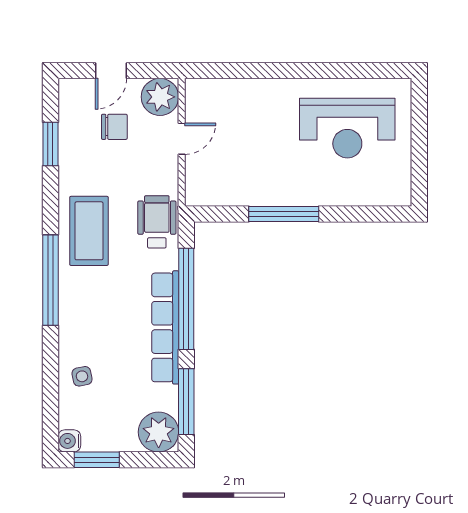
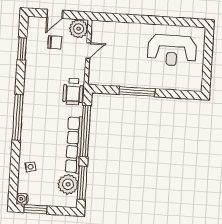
wheelchair: (157, 222) -> (73, 91), turned 180
coffee table: (89, 231) -> (39, 94), removed
plant: (159, 432) -> (68, 184), moved

